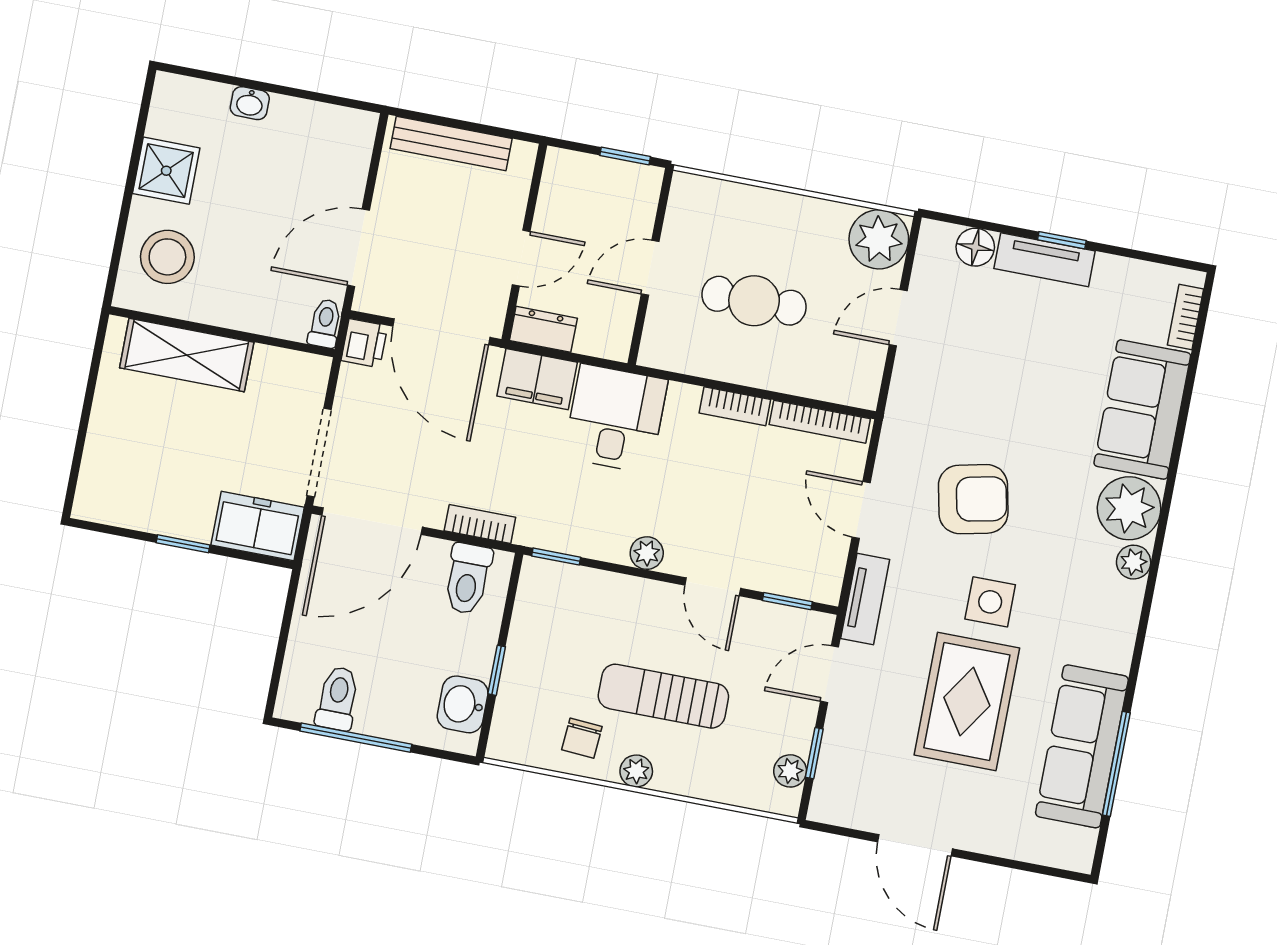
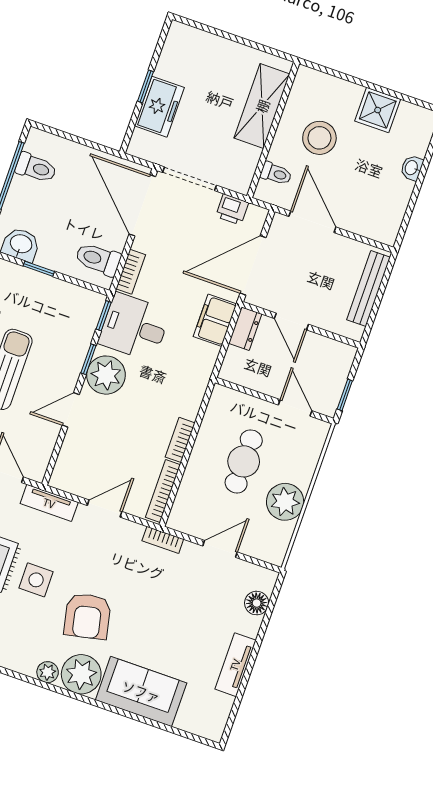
plant: (879, 239) -> (285, 502), moved
window: (1062, 240) -> (253, 657), removed
stool: (167, 257) -> (319, 138), moved
tv unit: (1045, 260) -> (235, 665), moved
door: (650, 268) -> (295, 408), moved
bookcase: (1185, 317) -> (163, 540), moved, turned 180
door: (898, 318) -> (220, 549), hinge flipped
toilet: (325, 323) -> (276, 174), moved
printer: (364, 343) -> (232, 209), moved
desk: (615, 419) -> (134, 327), moved, turned 180
armchair: (973, 499) -> (87, 616), moved
freezer: (258, 526) -> (159, 107), moved
plant: (647, 553) -> (106, 375), width x1.87, depth x1.87
window: (787, 601) -> (88, 359), moved

